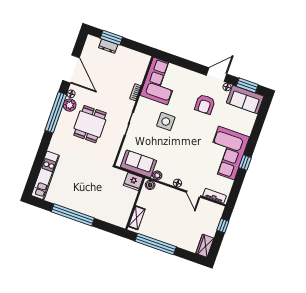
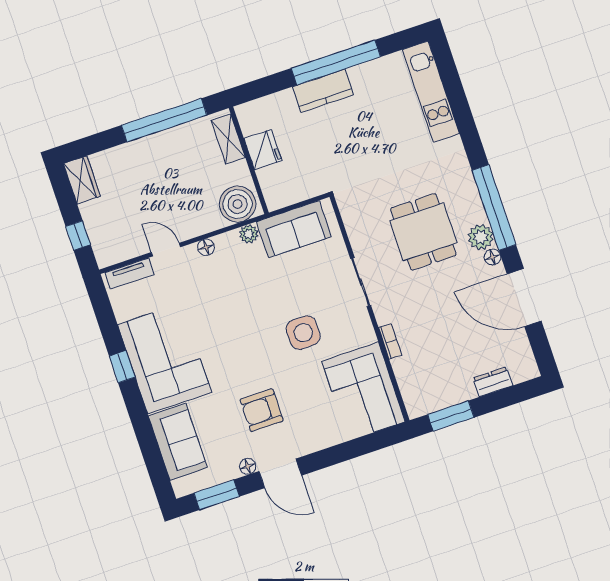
window: (111, 38) -> (451, 416), moved
door: (217, 75) -> (280, 473), hinge flipped
sofa: (245, 99) -> (178, 442), moved, turned 90
armchair: (205, 104) -> (262, 410), turned -89
fridge: (133, 181) -> (263, 150), moved, turned 90
boiler: (150, 185) -> (238, 204), width x1.86, depth x1.86
kitchen counter: (86, 208) -> (323, 91), added

